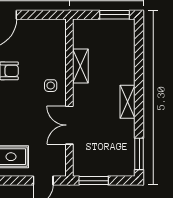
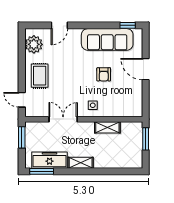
window: (115, 15) -> (146, 139), moved
freezer: (124, 143) -> (50, 160), added

